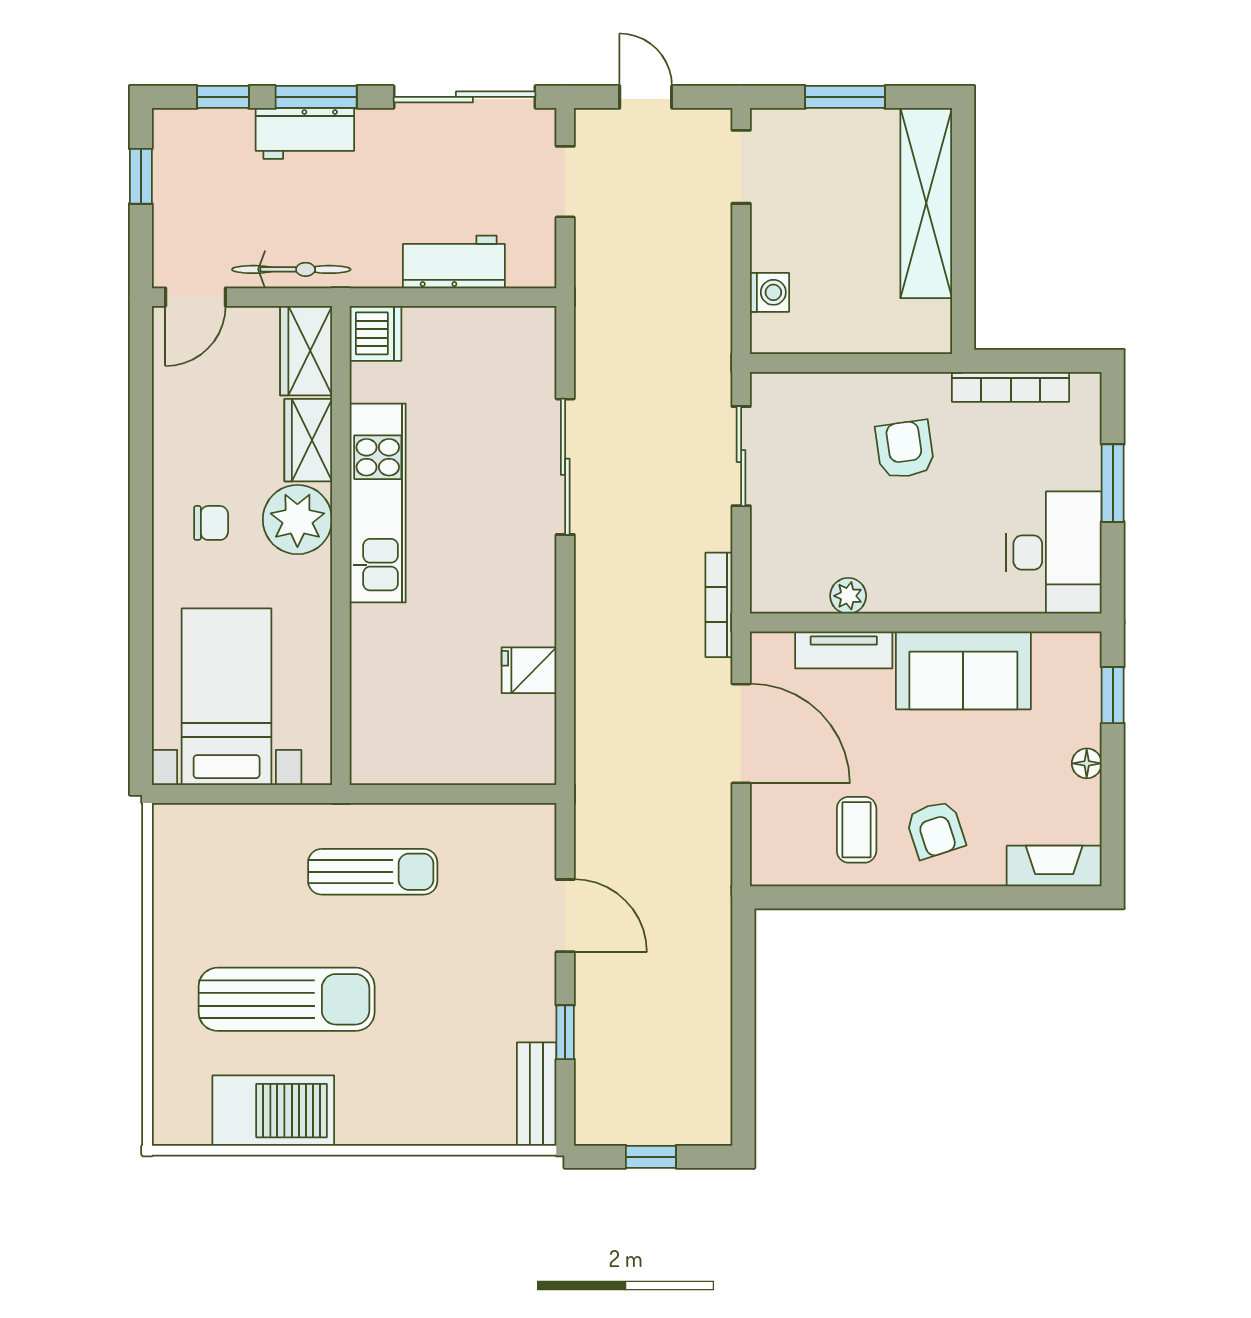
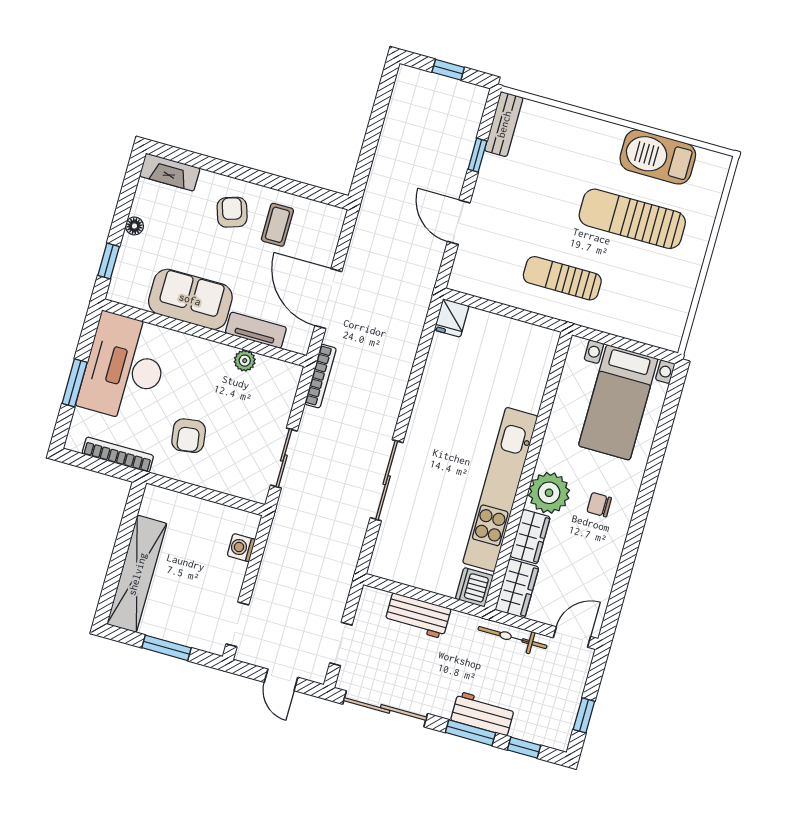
kitchen unit: (378, 503) -> (500, 489), width x1.36
desk: (1054, 553) -> (124, 368), width x1.36, depth x1.30
fridge: (529, 670) -> (452, 318), moved, turned 90

